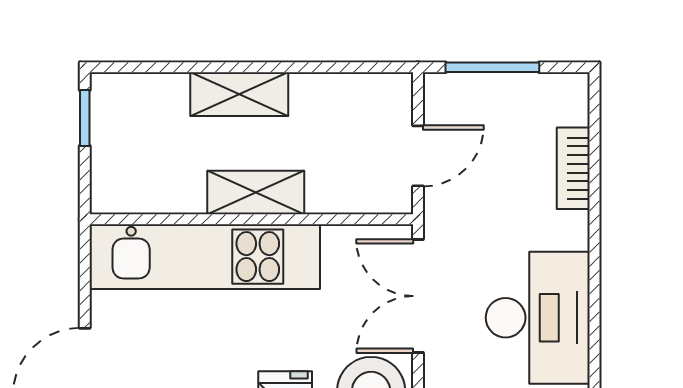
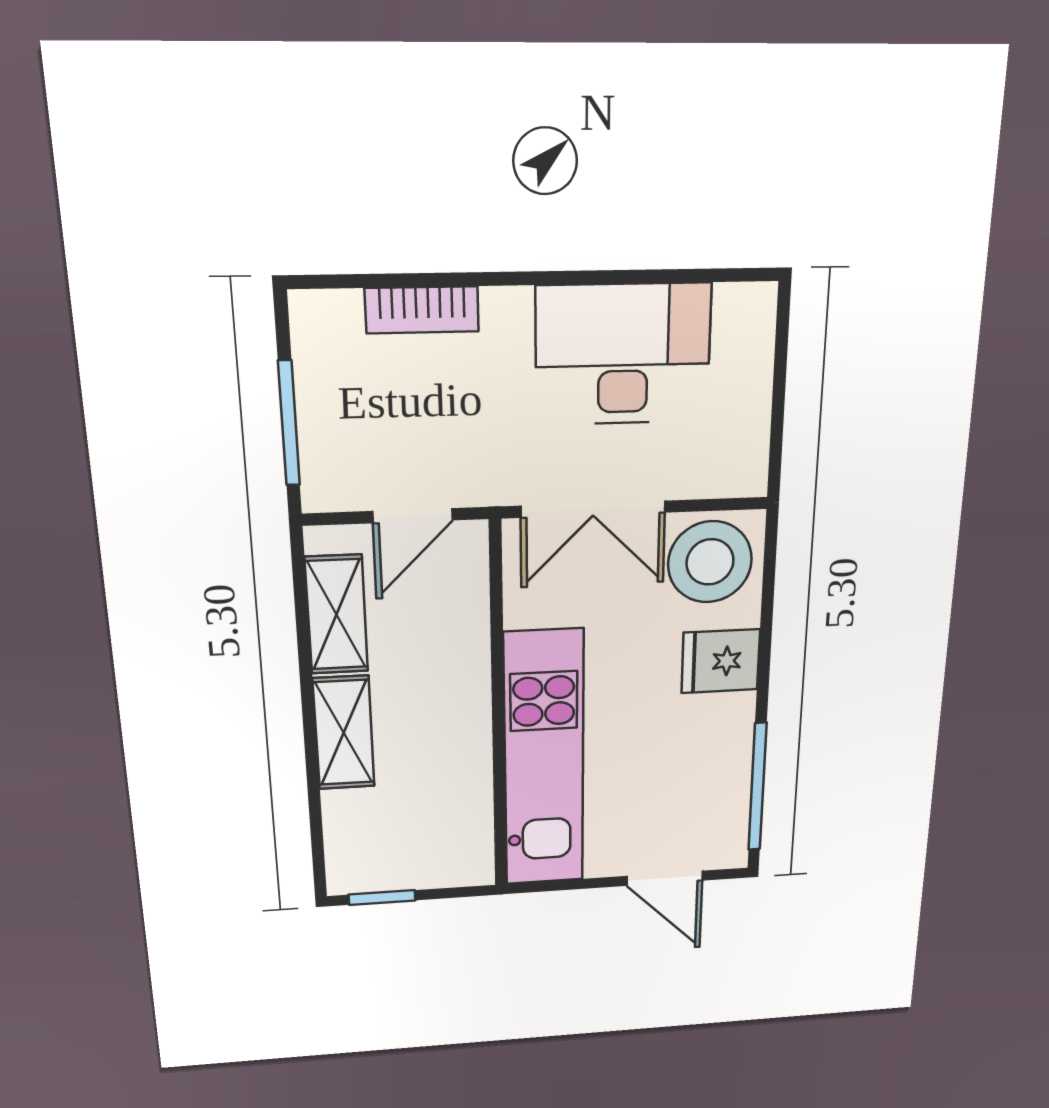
door: (418, 156) -> (413, 516), swing flipped
shelving: (256, 193) -> (337, 615), moved

